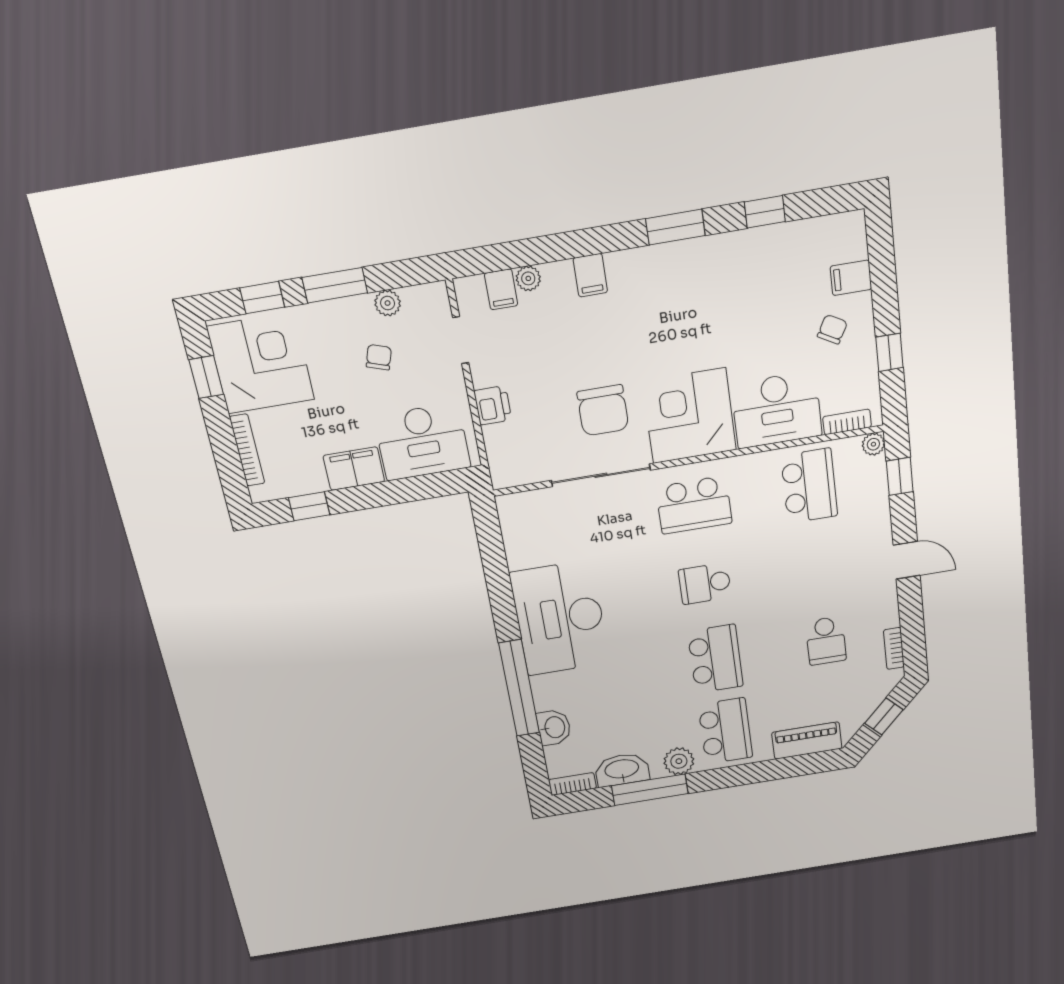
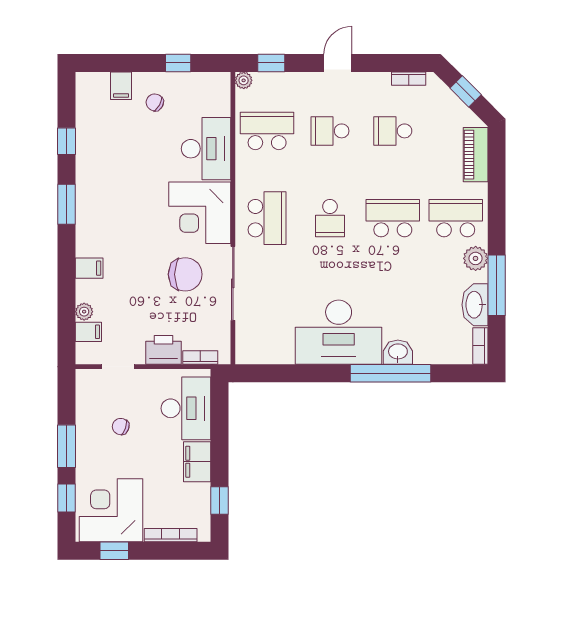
plant: (388, 303) -> (85, 412), removed
printer: (493, 405) -> (164, 350), width x1.36, depth x1.24
bookcase: (847, 422) -> (200, 357), moved, turned 90
school desk: (818, 565) -> (330, 131), added
school desk: (826, 641) -> (393, 131), turned 180
washbasin: (554, 727) -> (398, 352), moved

